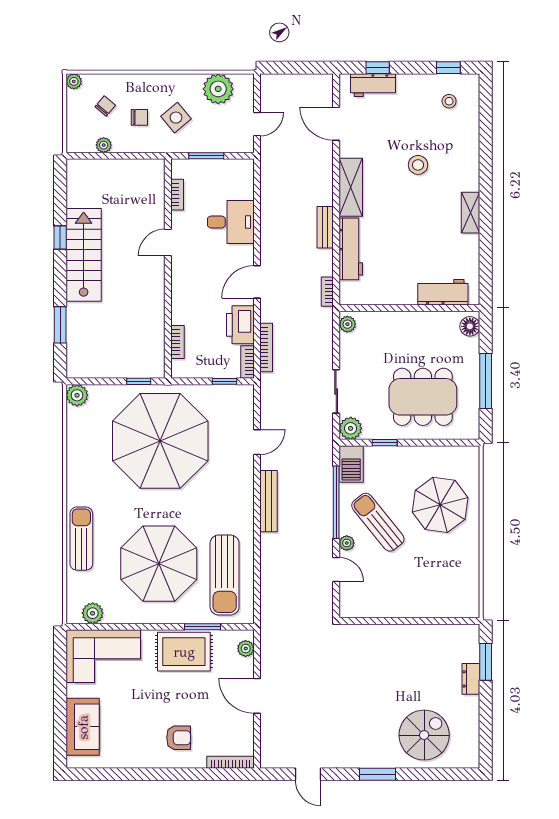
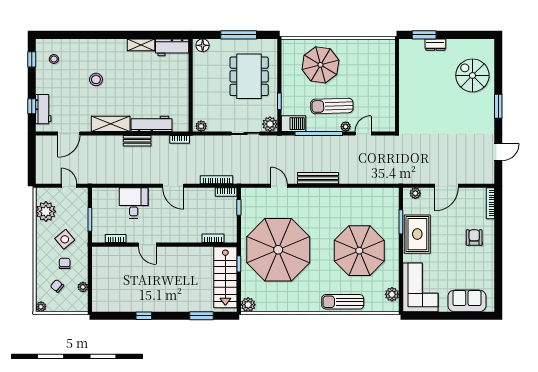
shelving: (470, 213) -> (141, 45), moved
stairs: (84, 255) -> (225, 277), moved, turned -90
workbench: (443, 292) -> (172, 47), moved, turned -90
printer: (240, 325) -> (202, 197), removed
sun lounger: (378, 522) -> (332, 106), turned 37
sun lounger: (225, 575) -> (367, 207), removed

